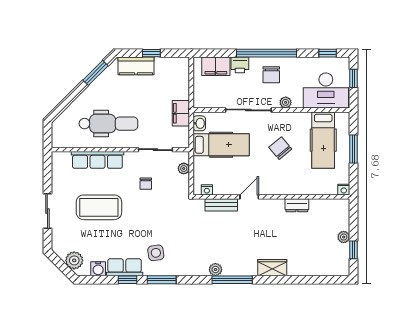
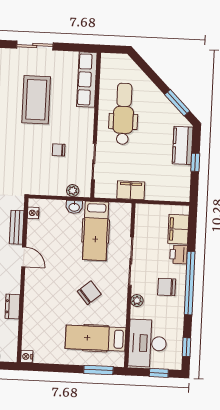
washbasin: (199, 123) -> (74, 207), moved
dental chair: (108, 124) -> (123, 114), turned 180
window: (353, 149) -> (98, 370), moved
row of seats: (97, 160) -> (87, 80), moved
nightstand: (207, 190) -> (33, 213), moved
nightstand: (344, 190) -> (27, 356), moved
door: (249, 197) -> (24, 257), moved
wall: (271, 197) -> (23, 280), moved
bench: (221, 205) -> (17, 227), moved
dresser: (297, 205) -> (12, 307), moved

